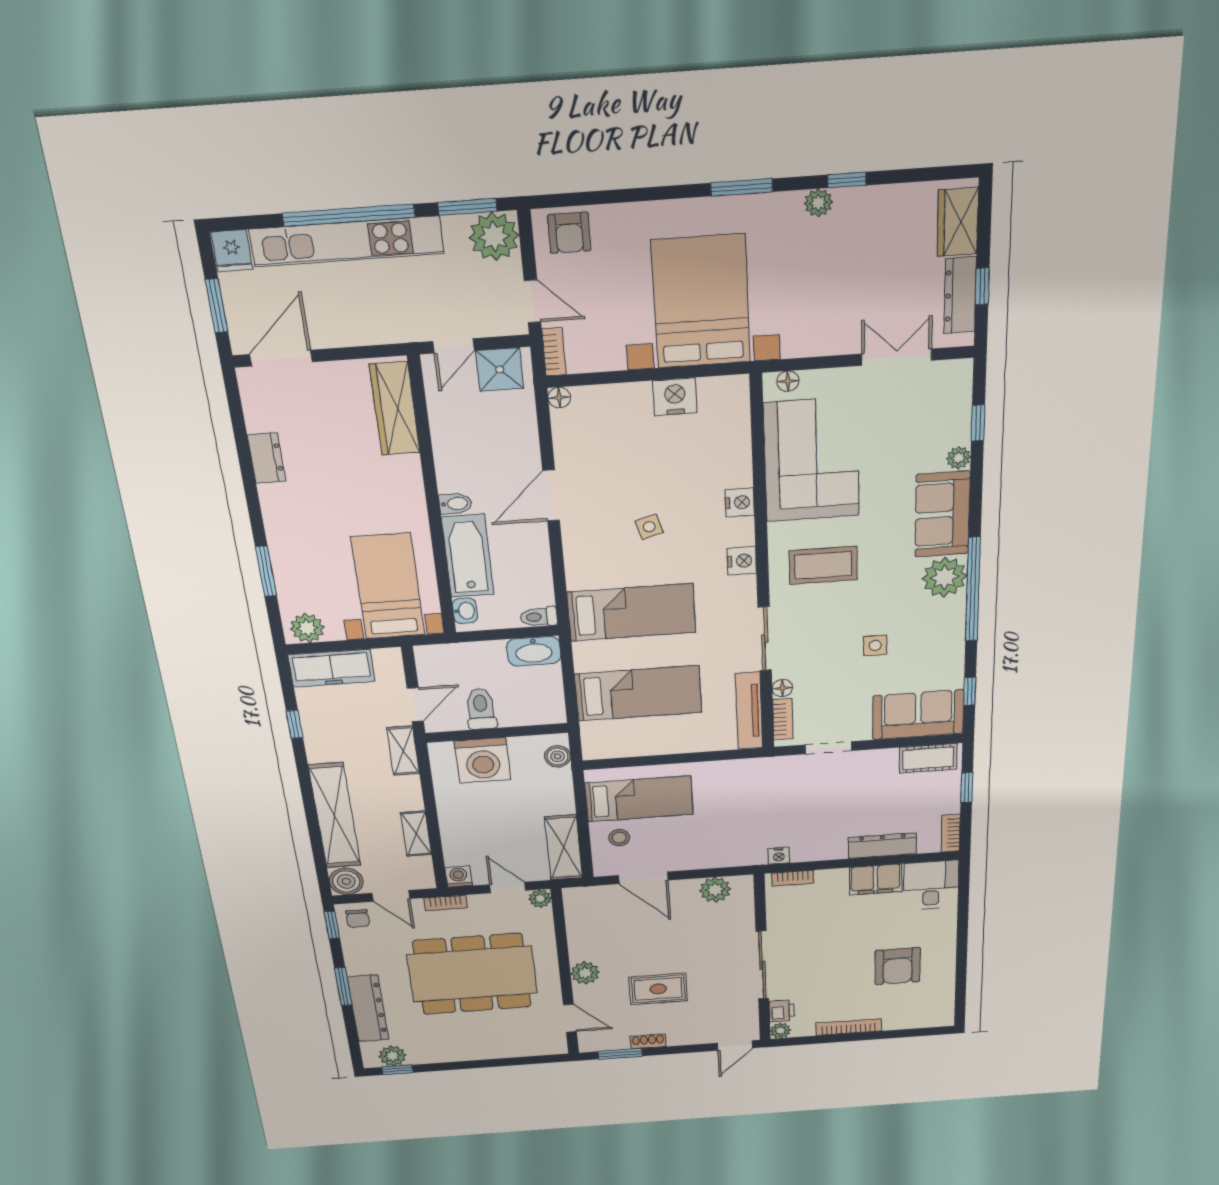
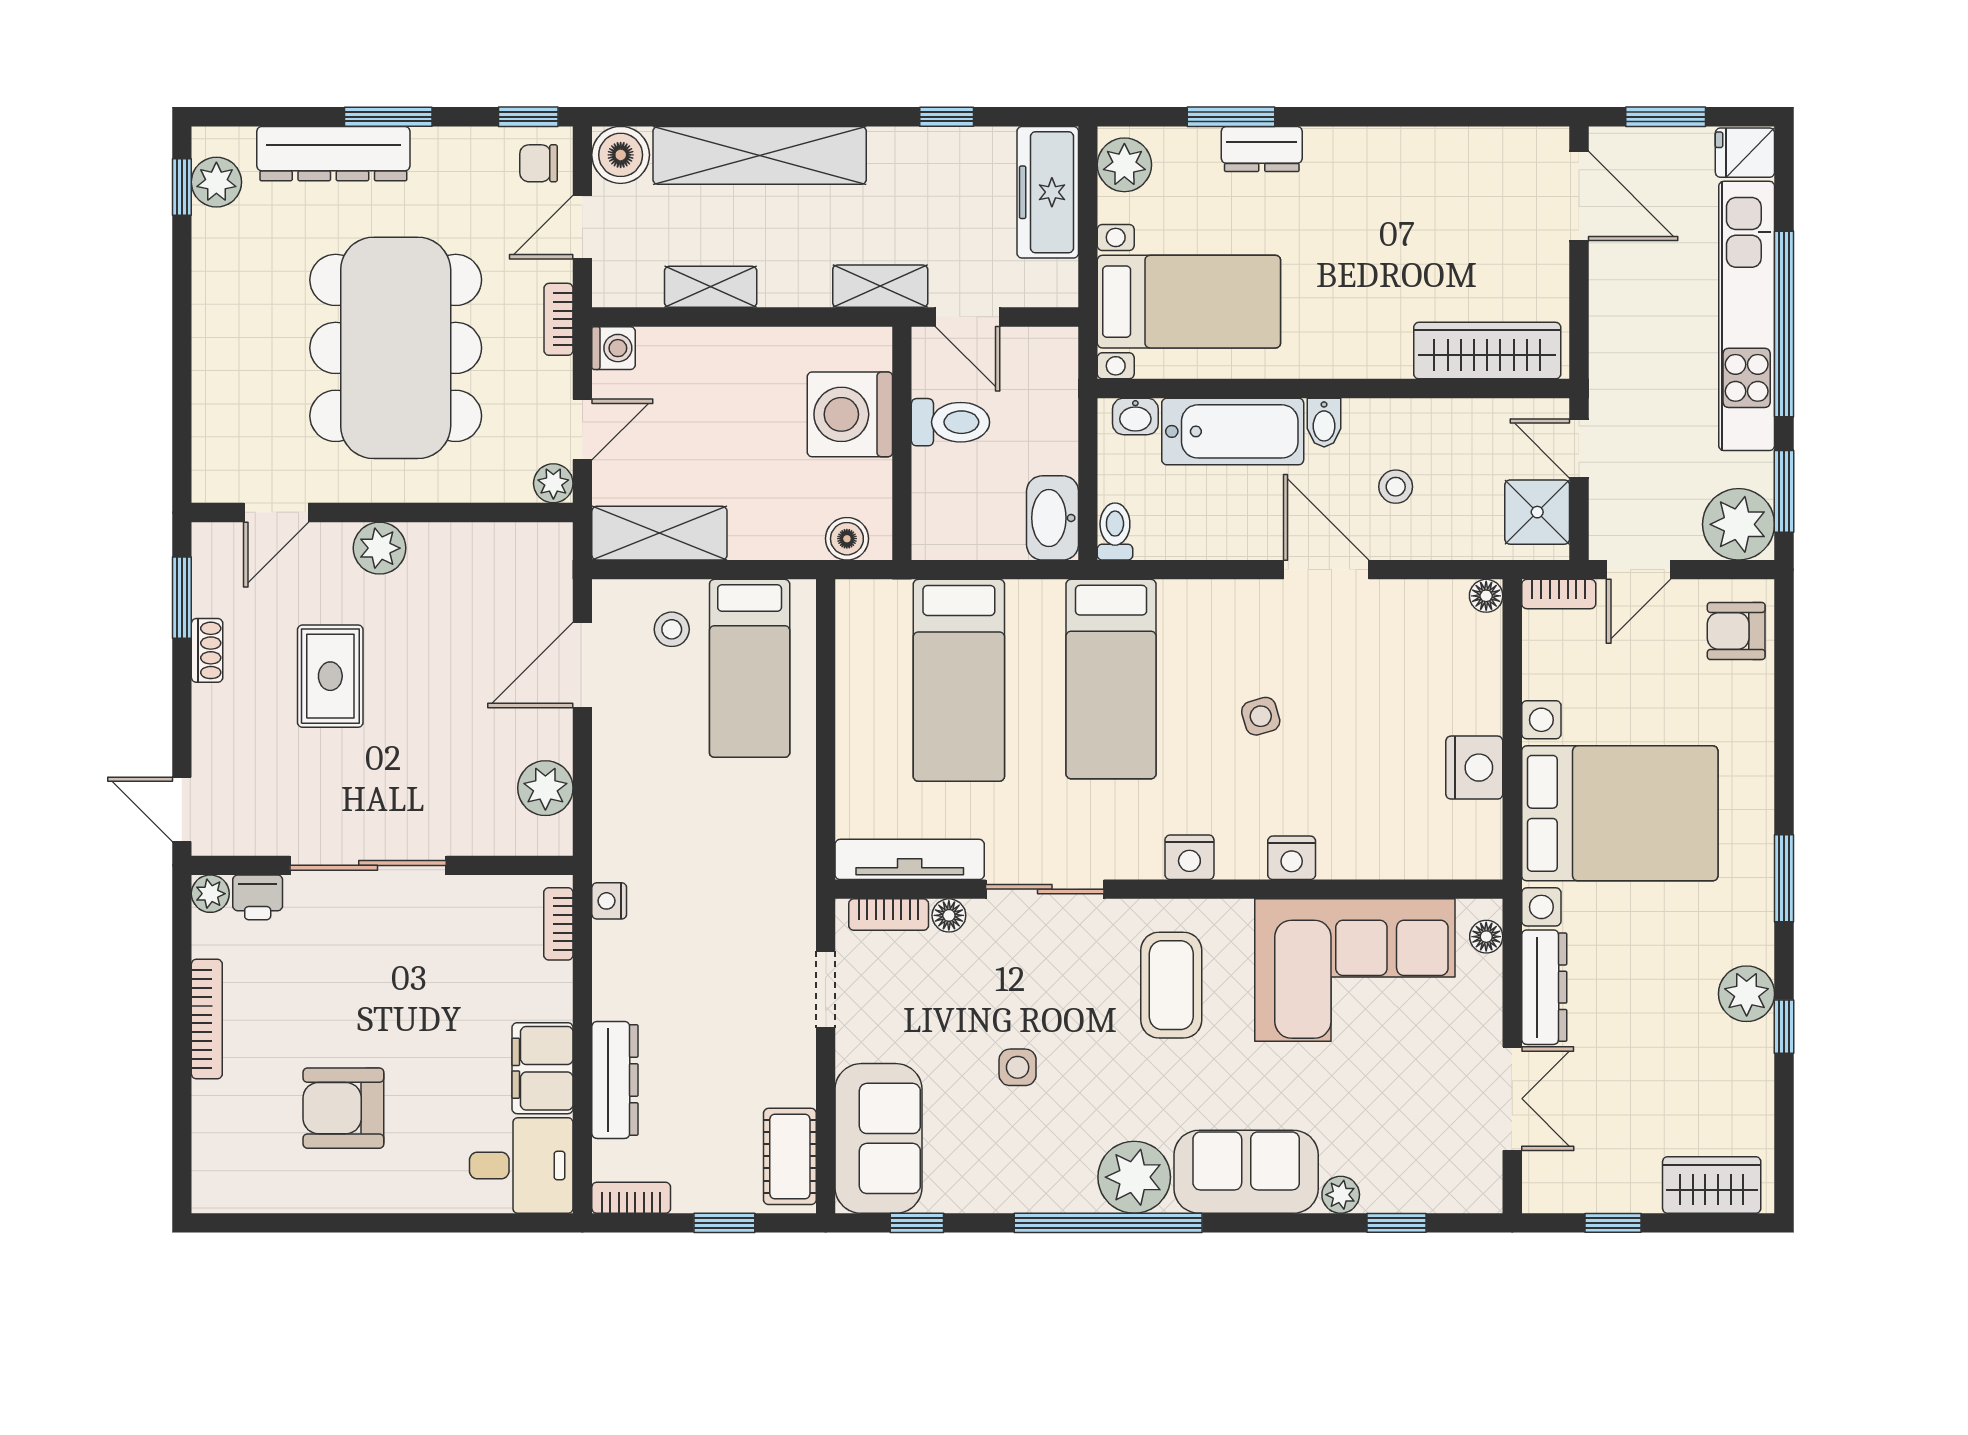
plant: (818, 203) -> (1747, 994), width x1.38, depth x1.38
dresser: (960, 295) -> (1544, 987), moved, turned 90
dresser: (267, 458) -> (1262, 149), moved
stool: (492, 458) -> (1396, 487), added

